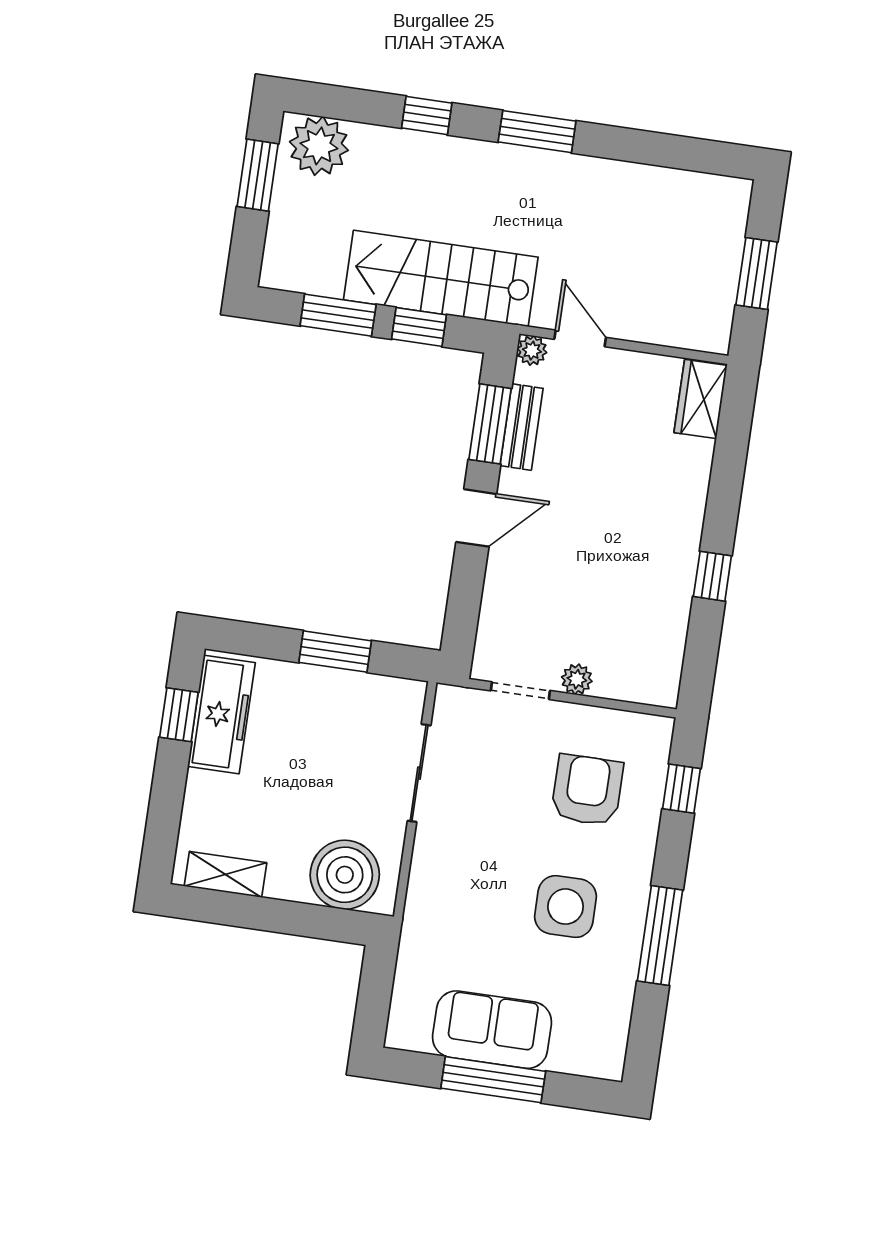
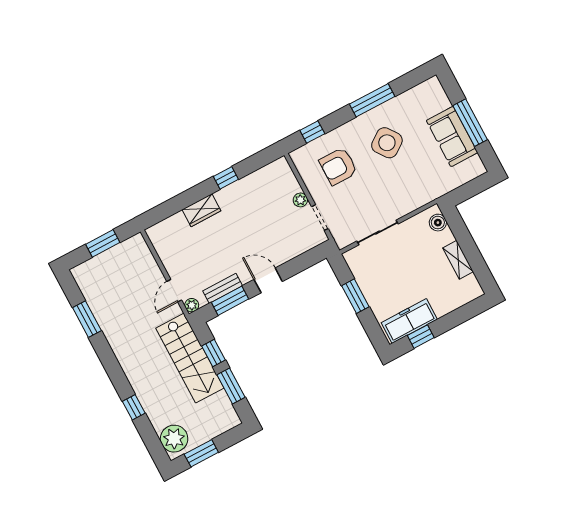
window: (537, 132) -> (87, 319), moved
wardrobe: (701, 399) -> (201, 210), moved
shelving: (225, 874) -> (458, 260), moved
boiler: (345, 875) -> (438, 223), width x0.54, depth x0.54
side table: (566, 907) -> (387, 143), turned -36

